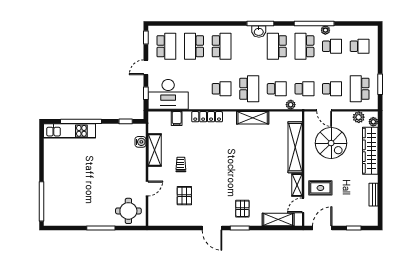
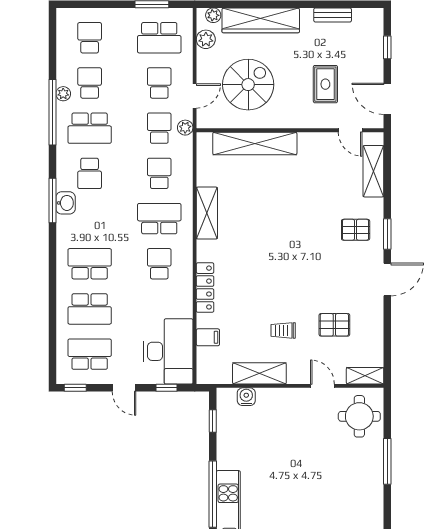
school desk: (277, 46) -> (90, 173), width x0.54
plant: (291, 105) -> (185, 128), moved
shelving: (297, 185) -> (365, 376), moved
rug: (320, 188) -> (325, 84), moved

